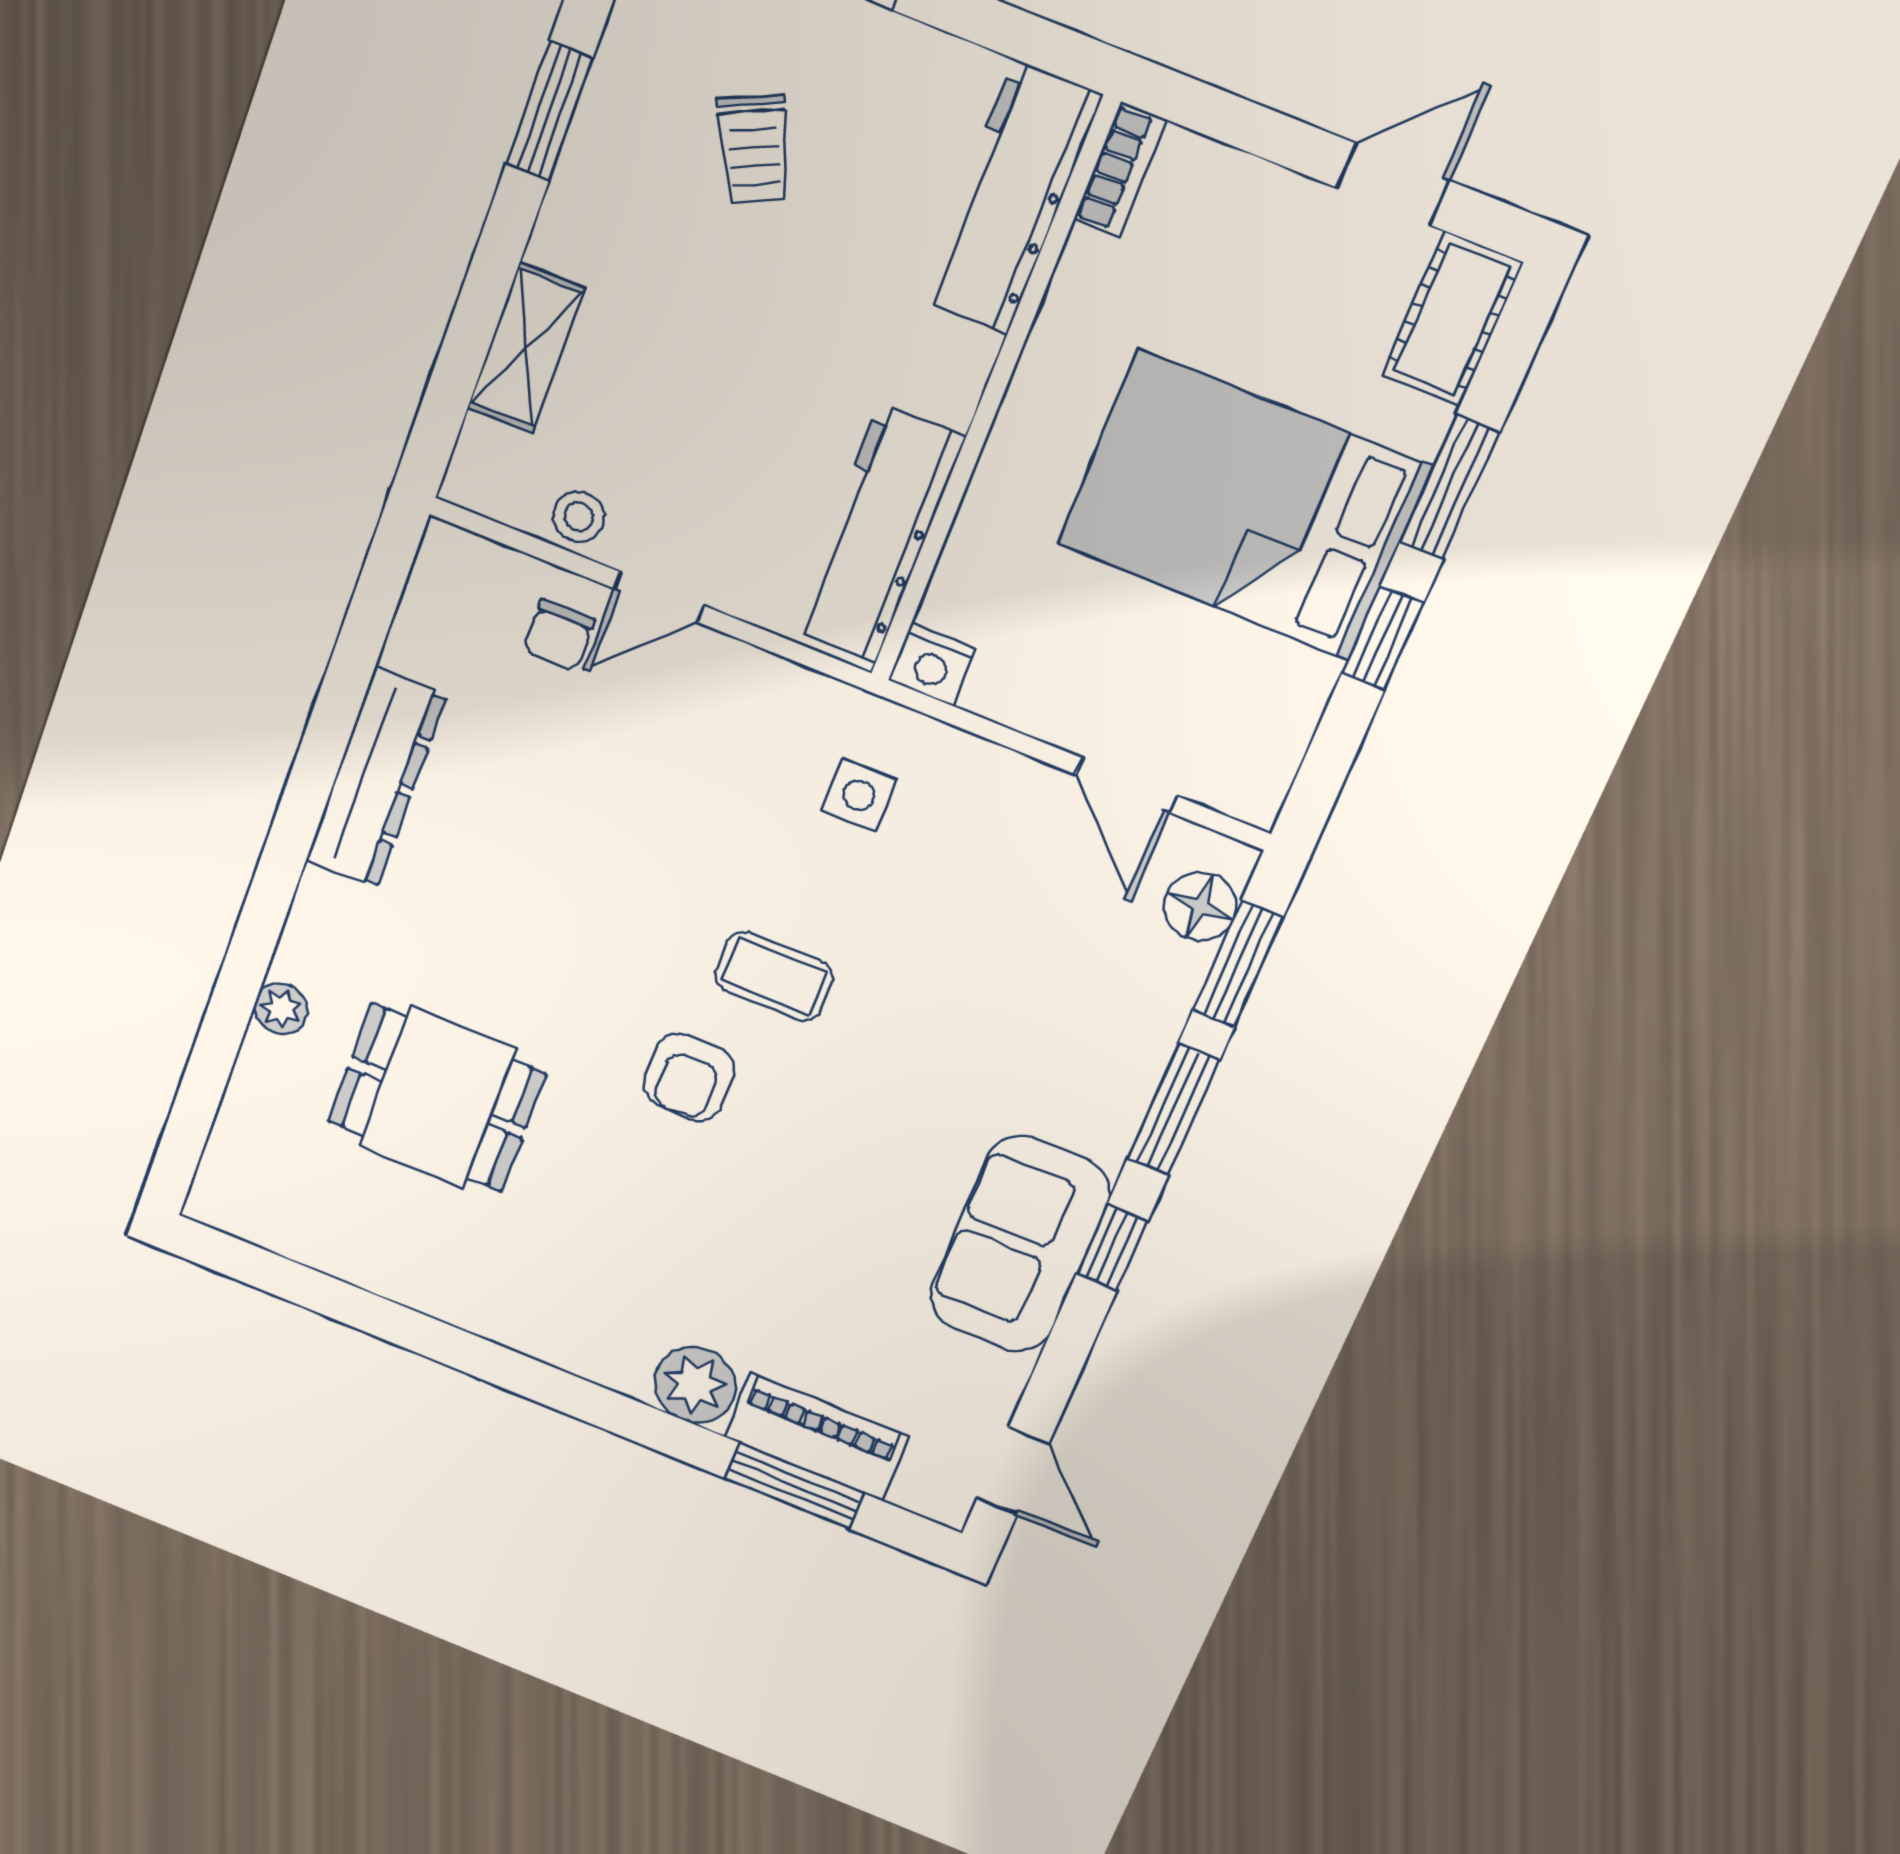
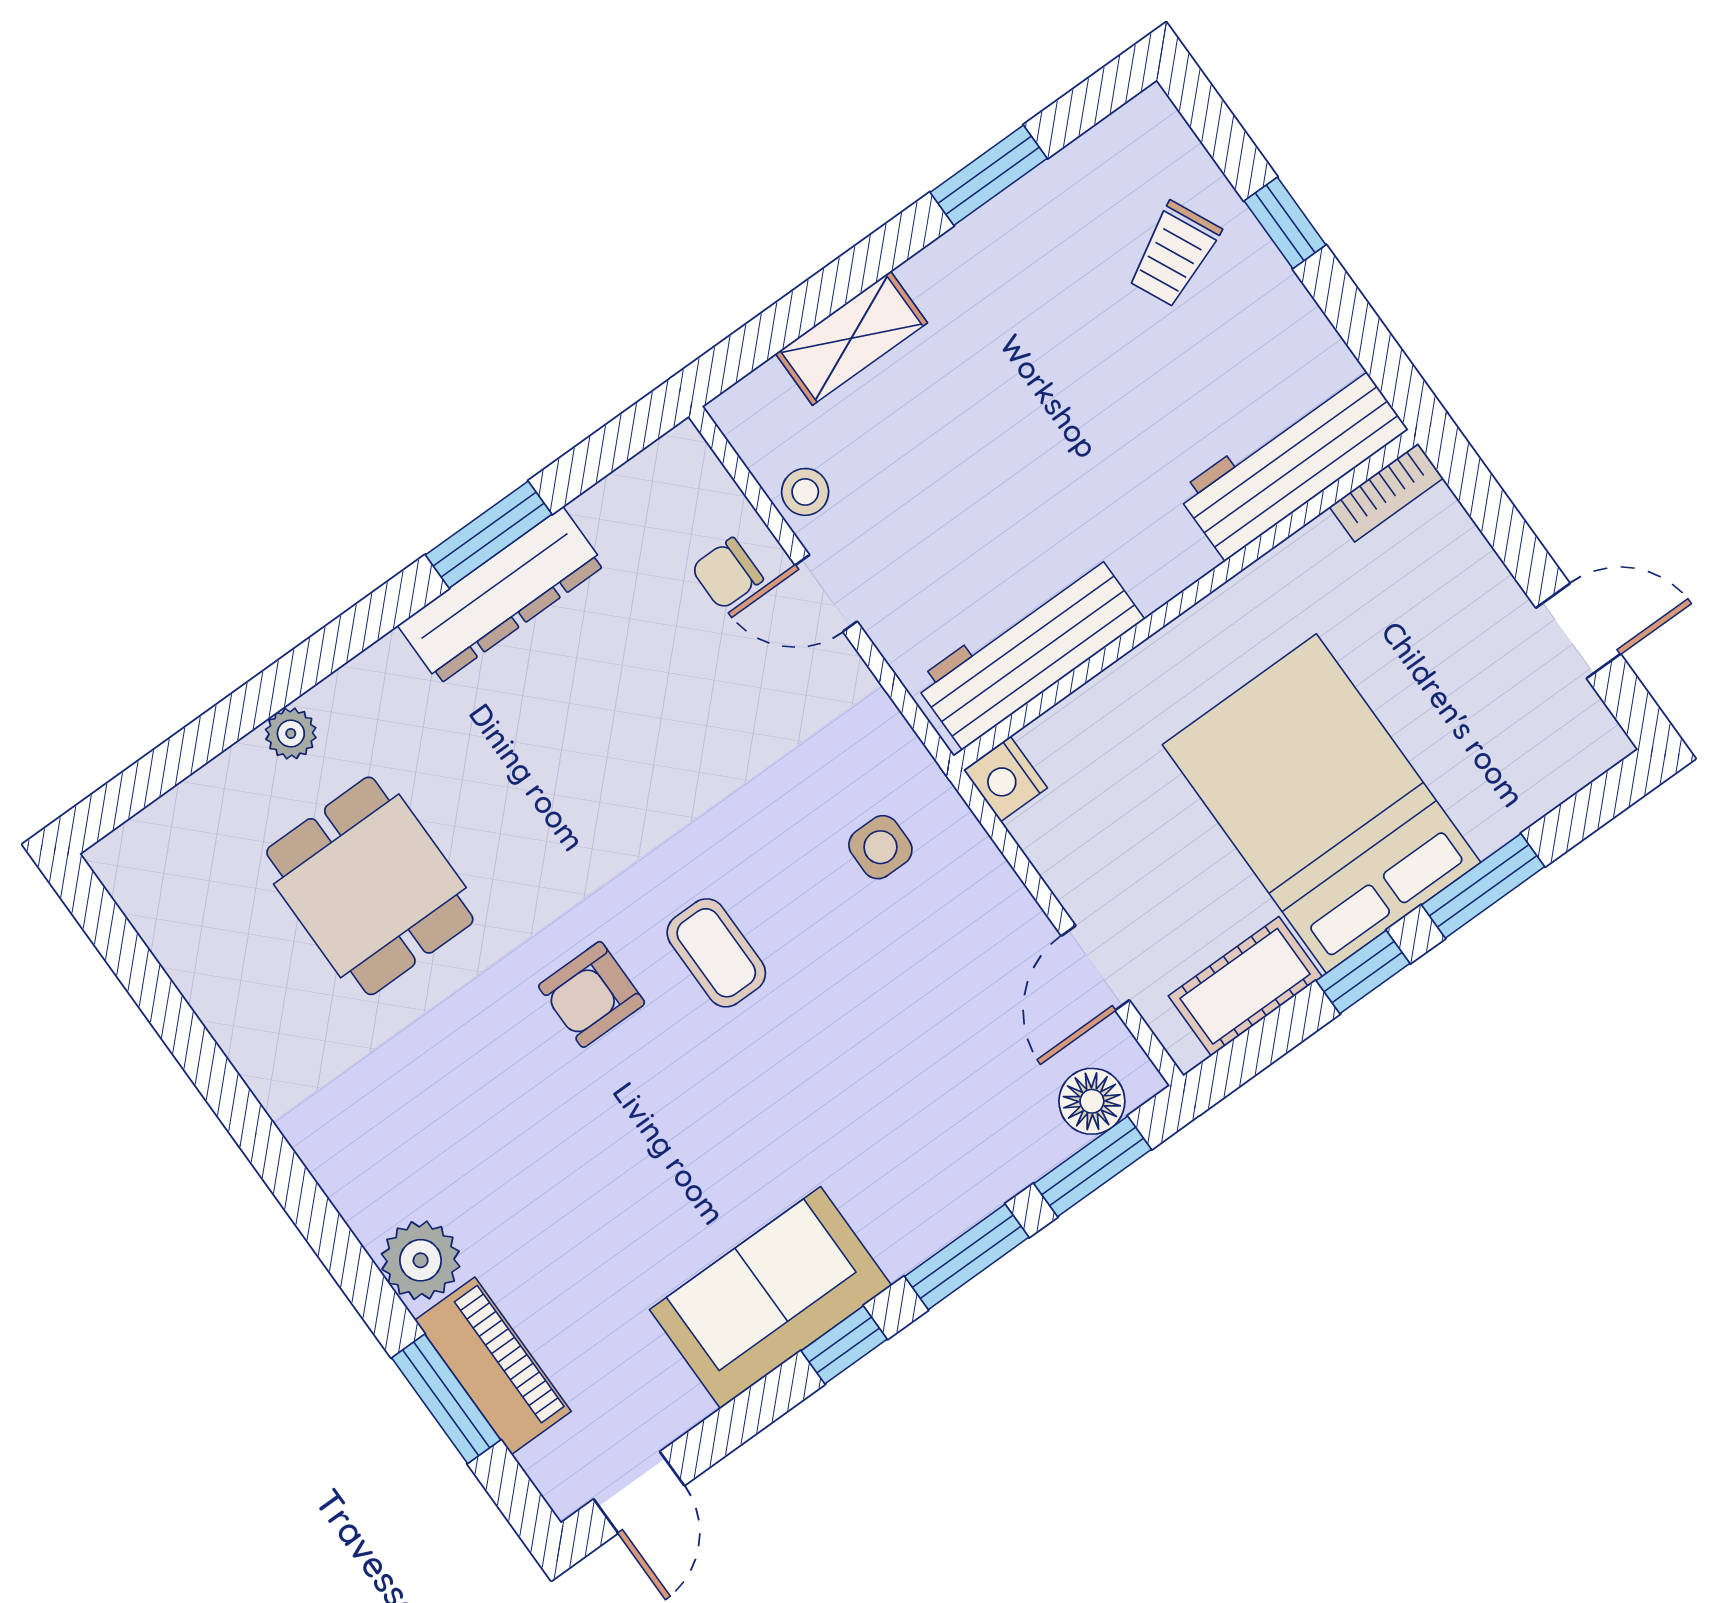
trolley: (754, 149) -> (1174, 254), moved
cot: (1452, 319) -> (1245, 986), moved
window: (329, 732) -> (489, 535), added

